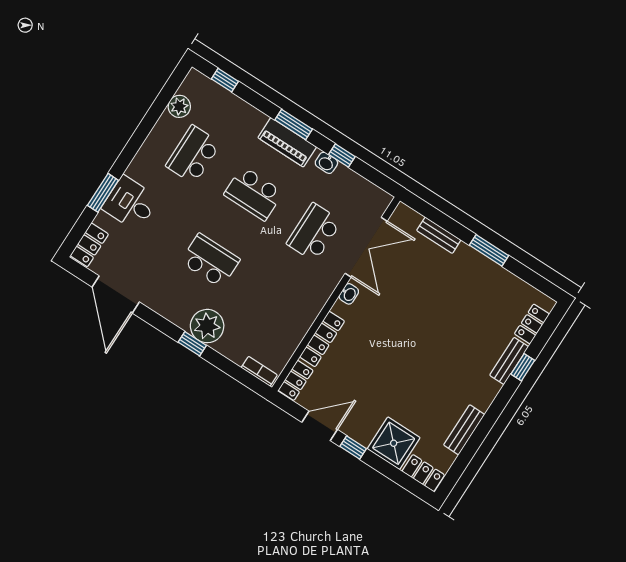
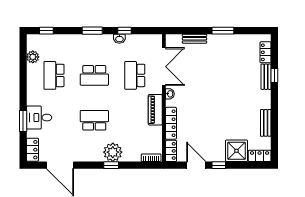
piano: (287, 142) -> (155, 110), moved, turned 90
door: (320, 426) -> (196, 165), hinge flipped

